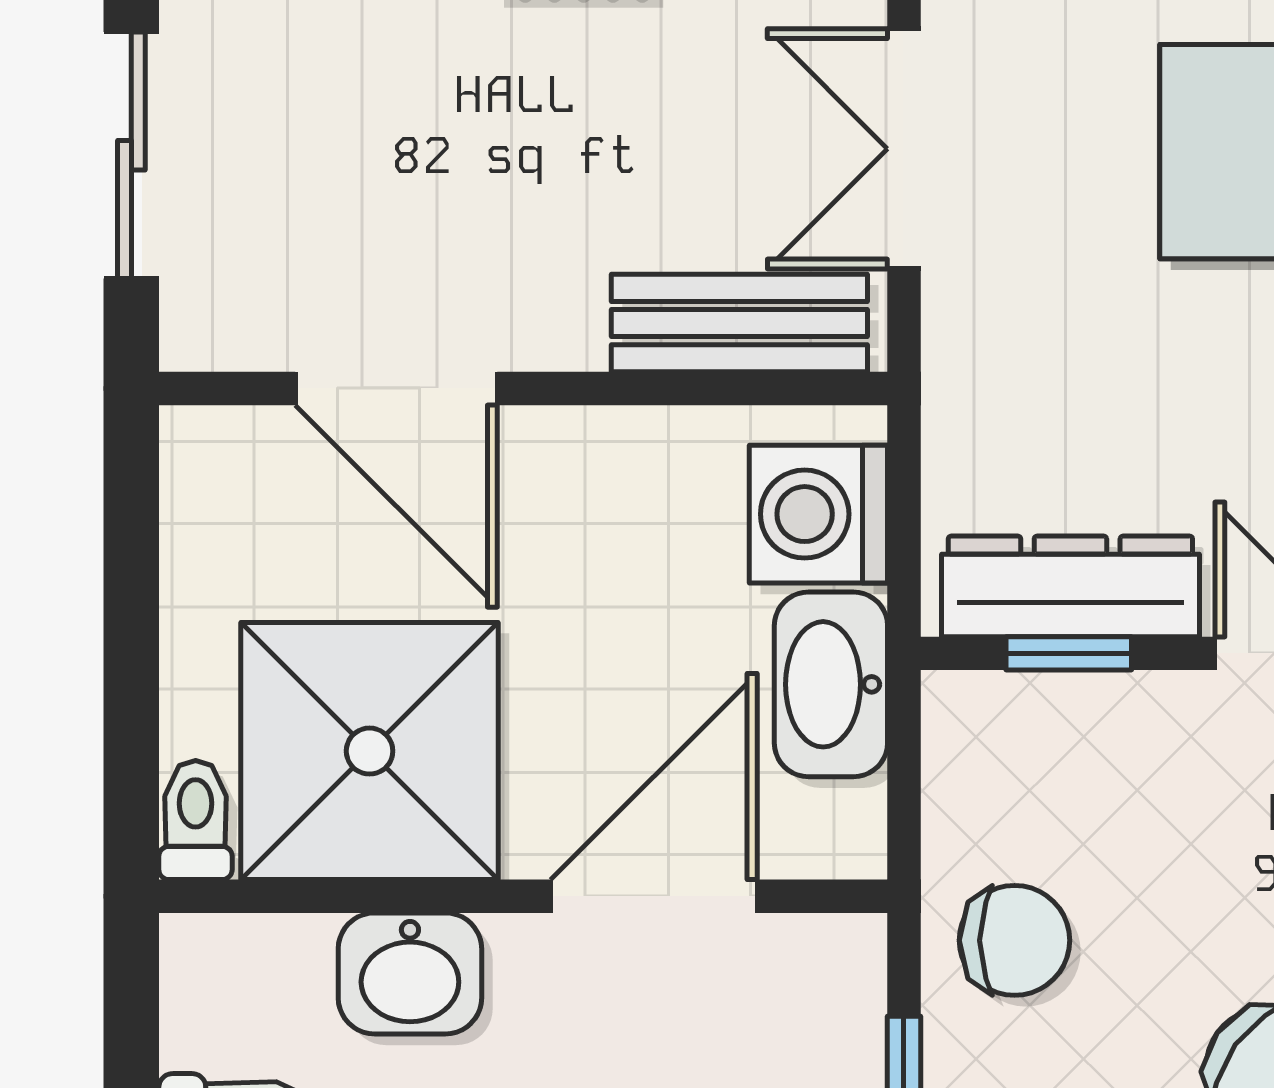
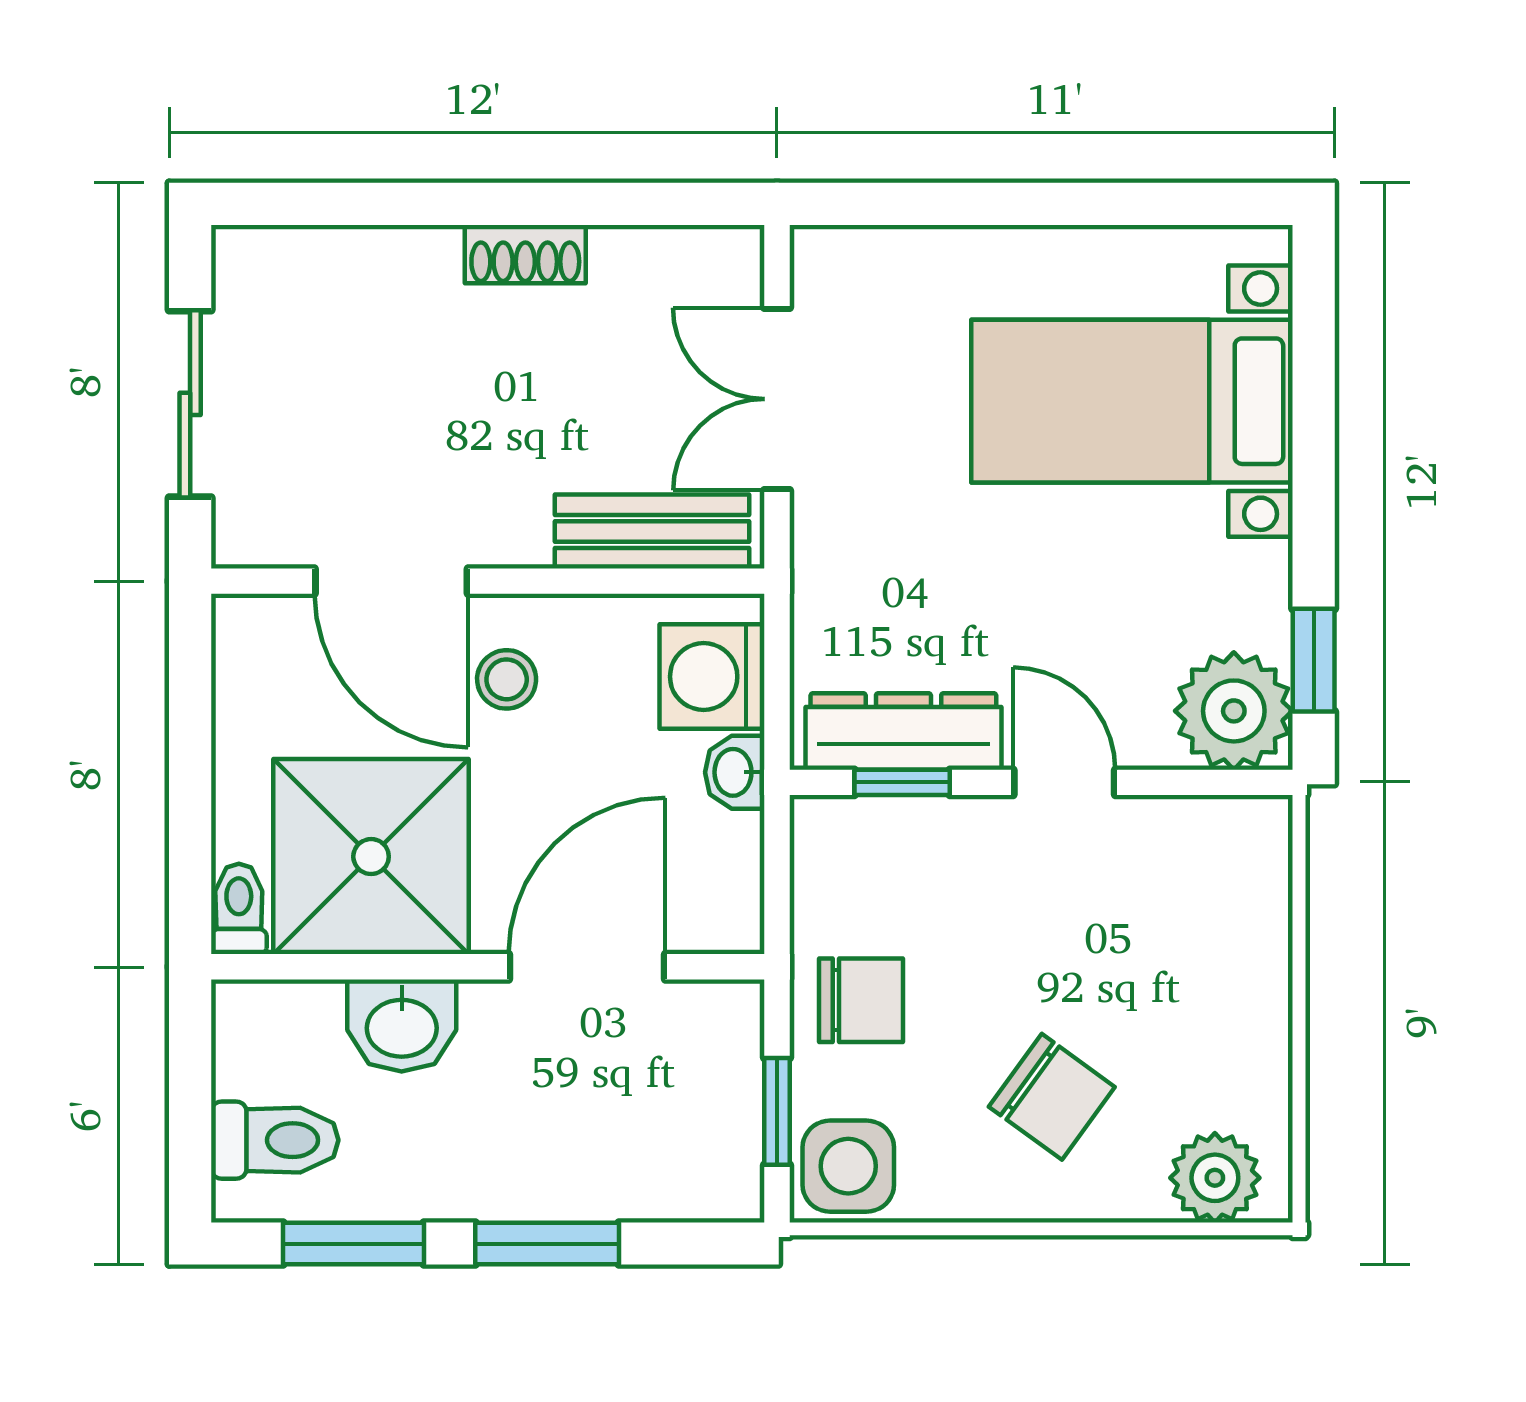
stool: (548, 518) -> (507, 679), added
washbasin: (831, 684) -> (735, 772), width x0.52, depth x0.69

